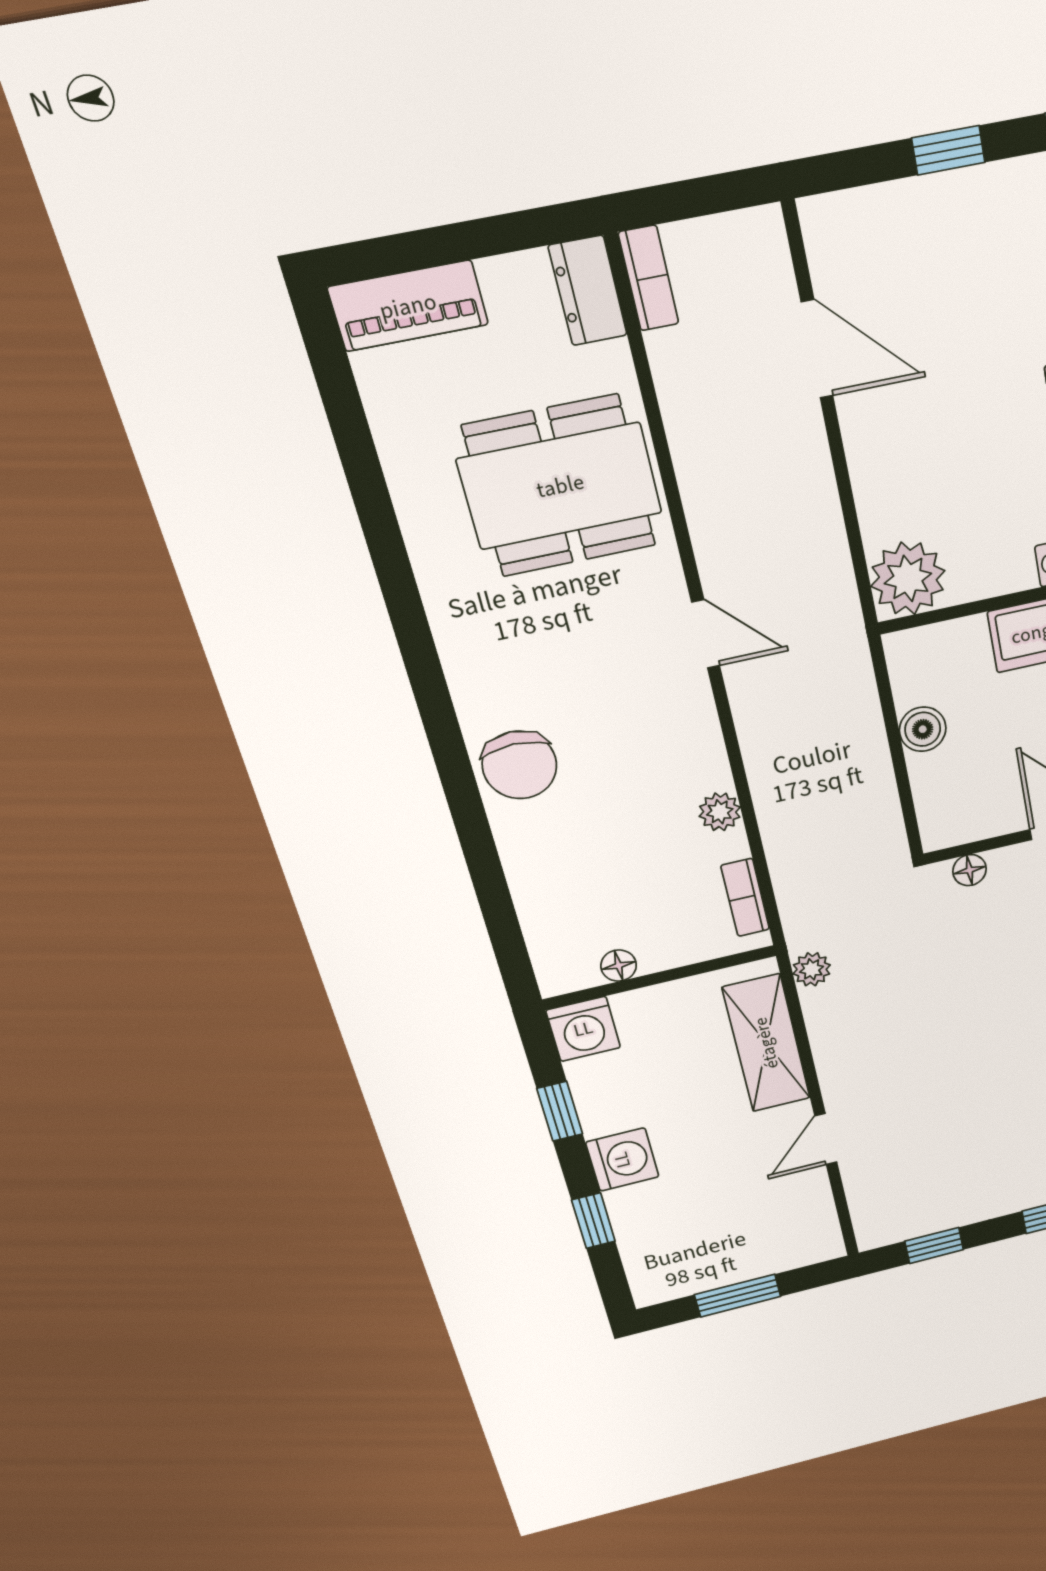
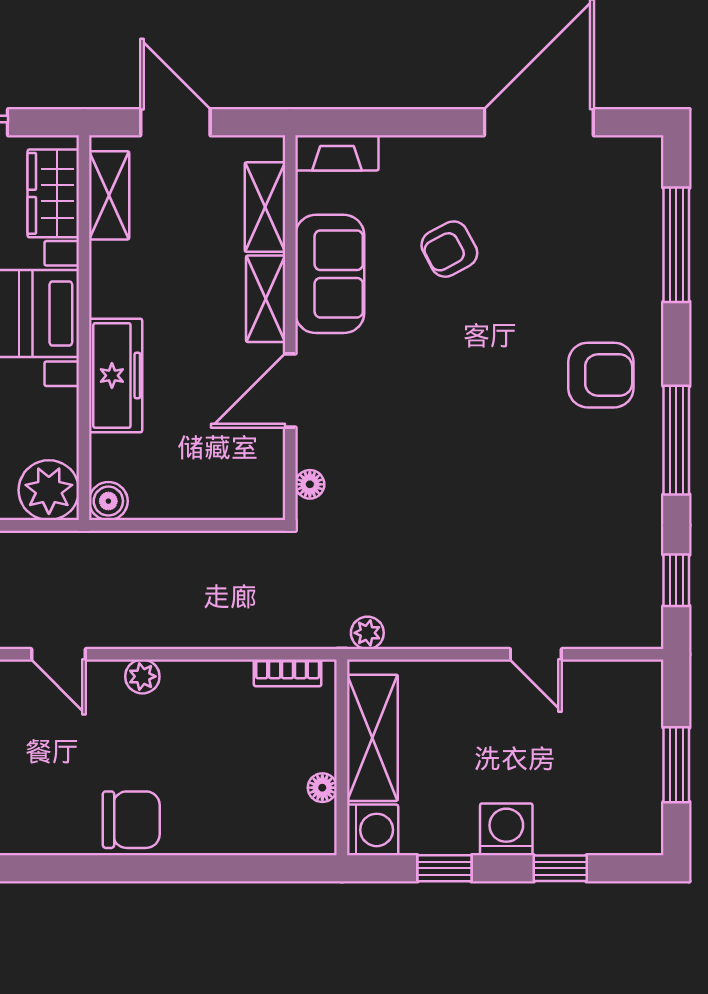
door: (706, 634) -> (59, 654), swing flipped
boiler: (923, 729) -> (108, 501), moved
plant: (720, 812) -> (142, 676), moved
shelving: (766, 1043) -> (372, 738), moved, turned 90

